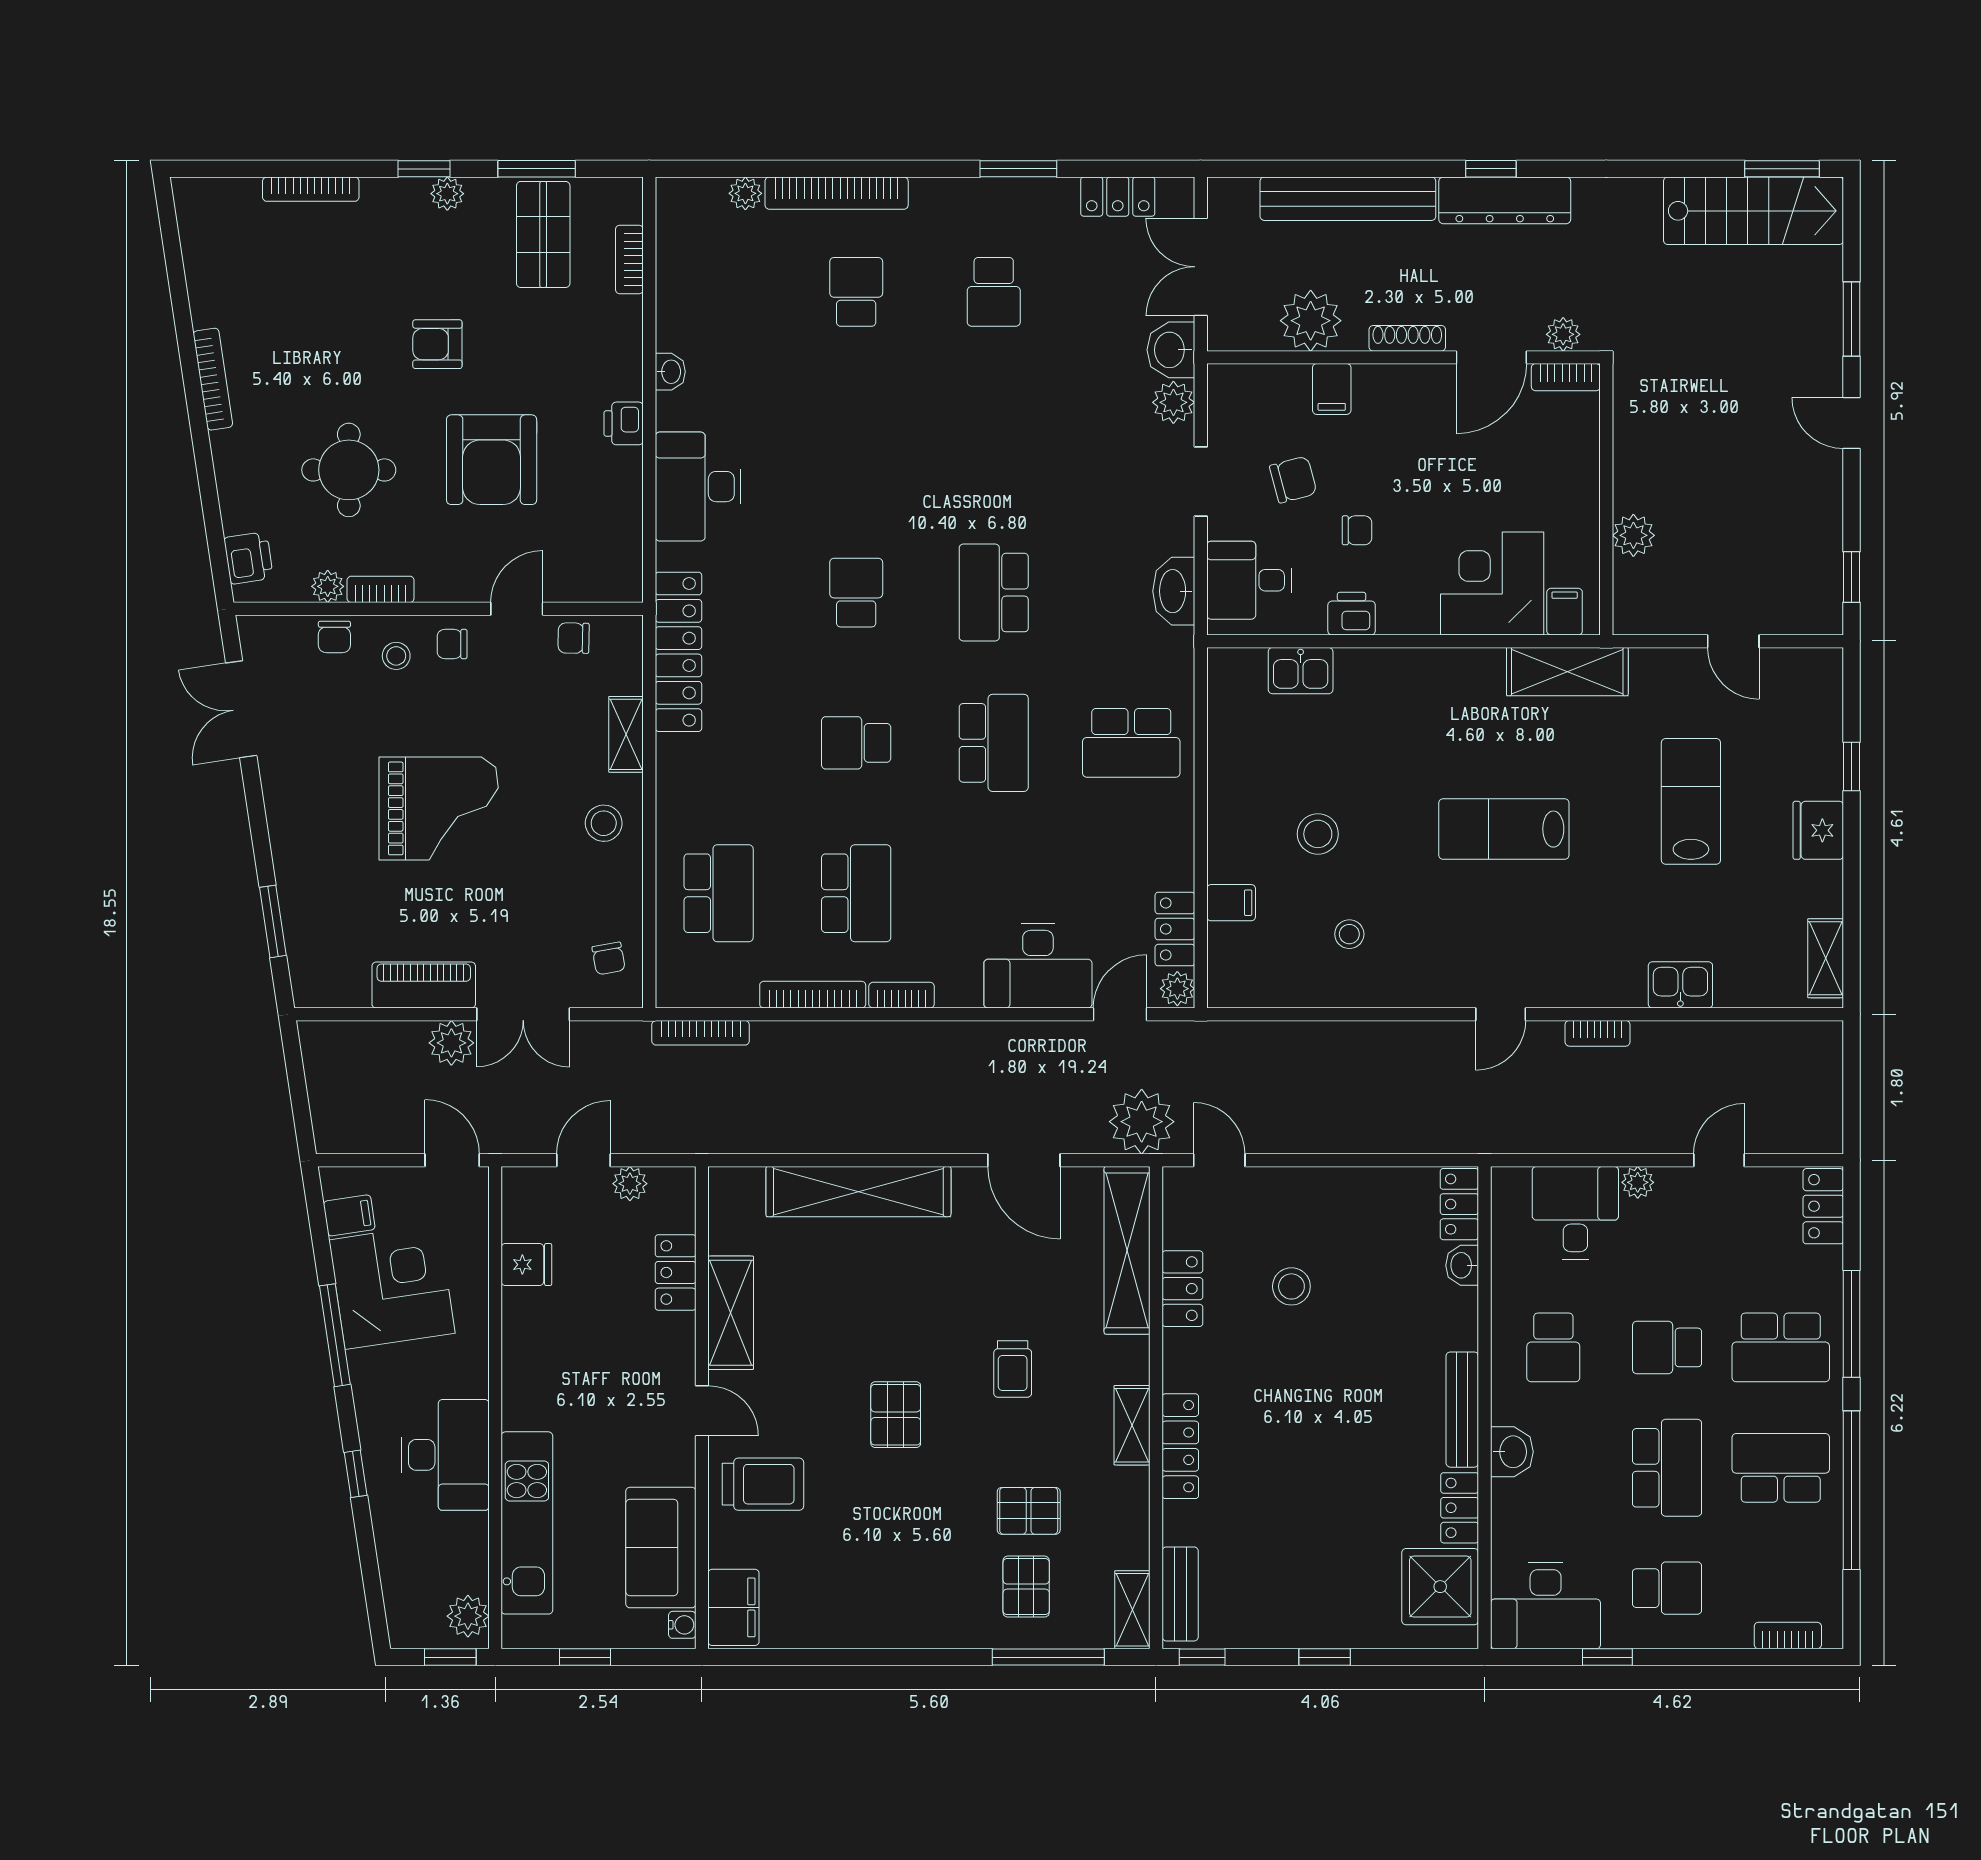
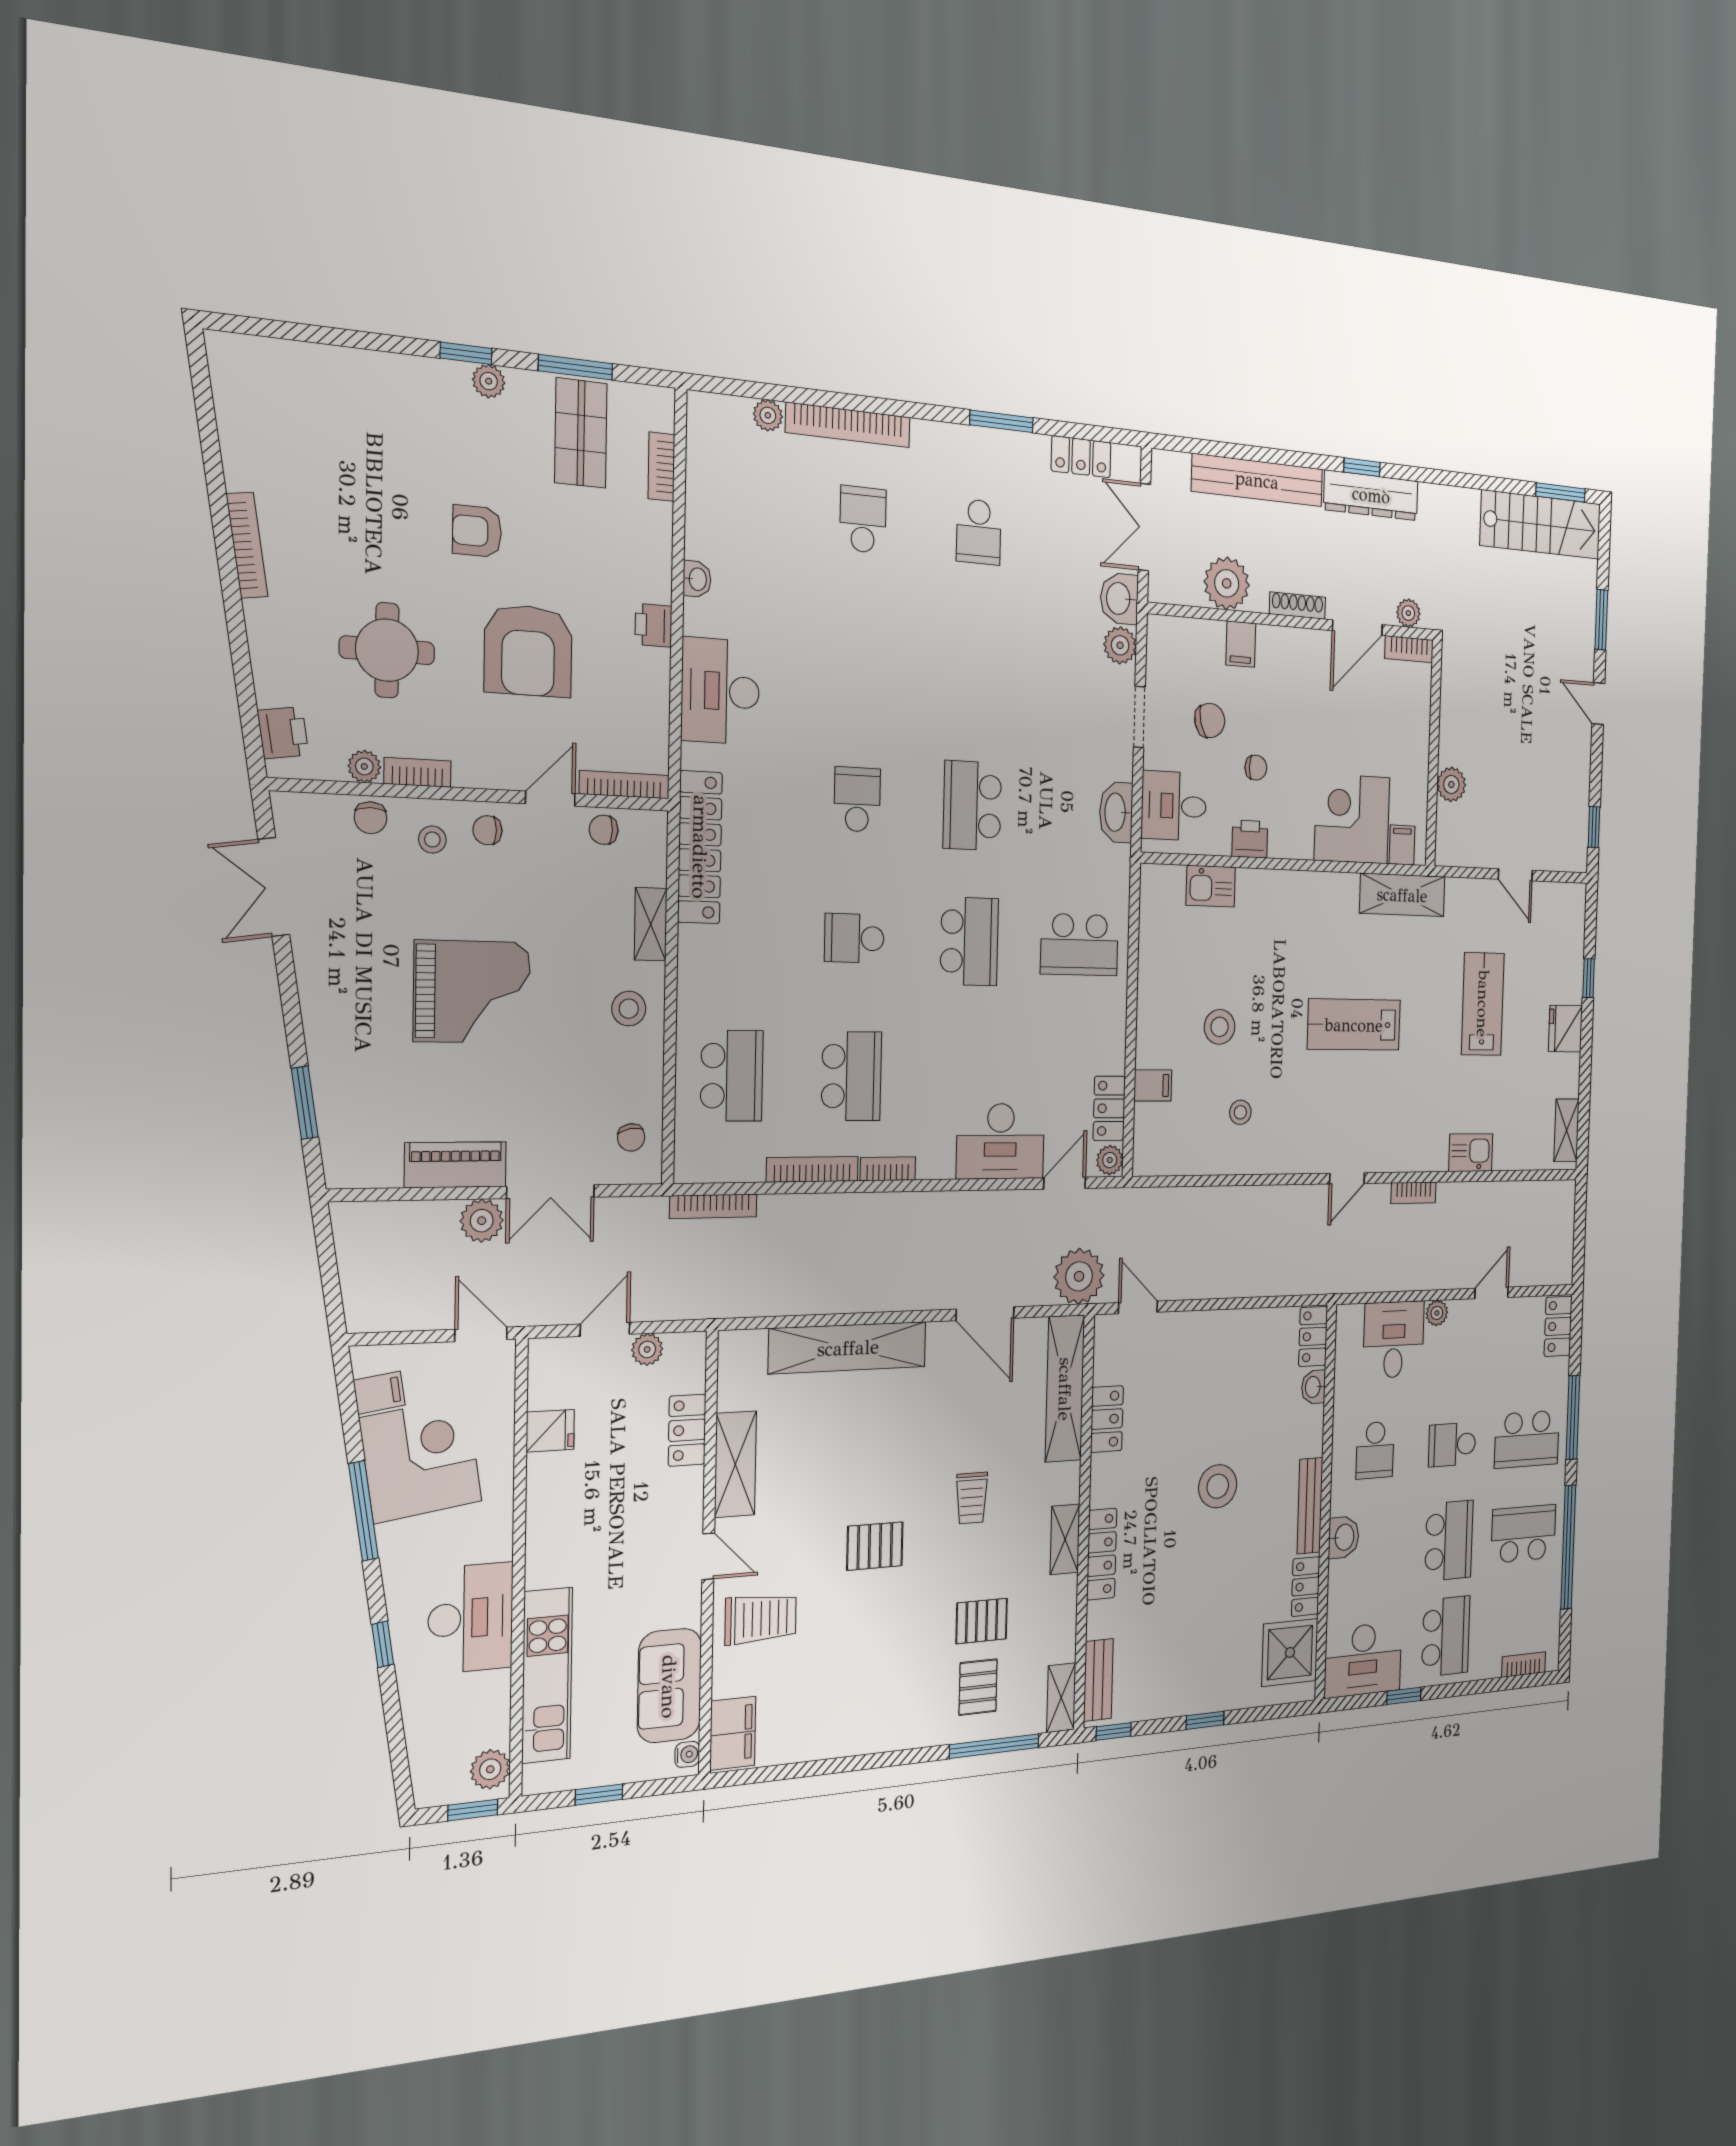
bookcase: (311, 189) -> (624, 785), moved, turned 180
stool: (1291, 1286) -> (1218, 1486), moved, width x1.38, depth x1.38
pallet: (896, 1415) -> (875, 1546), turned 90
school desk: (1667, 1588) -> (1446, 1636), width x1.85

